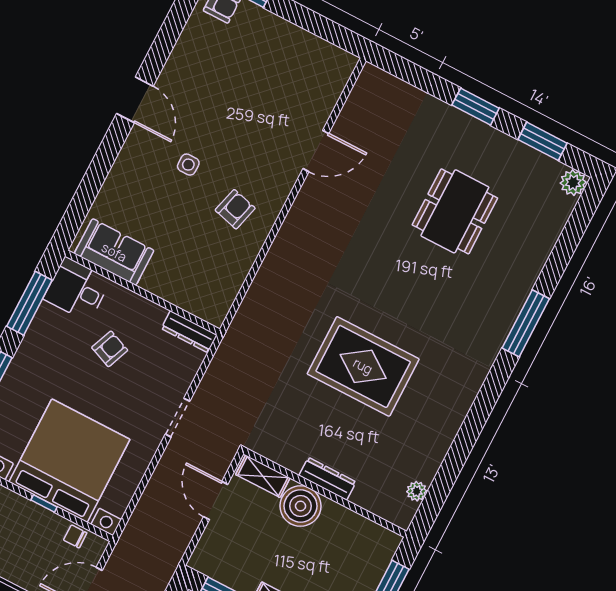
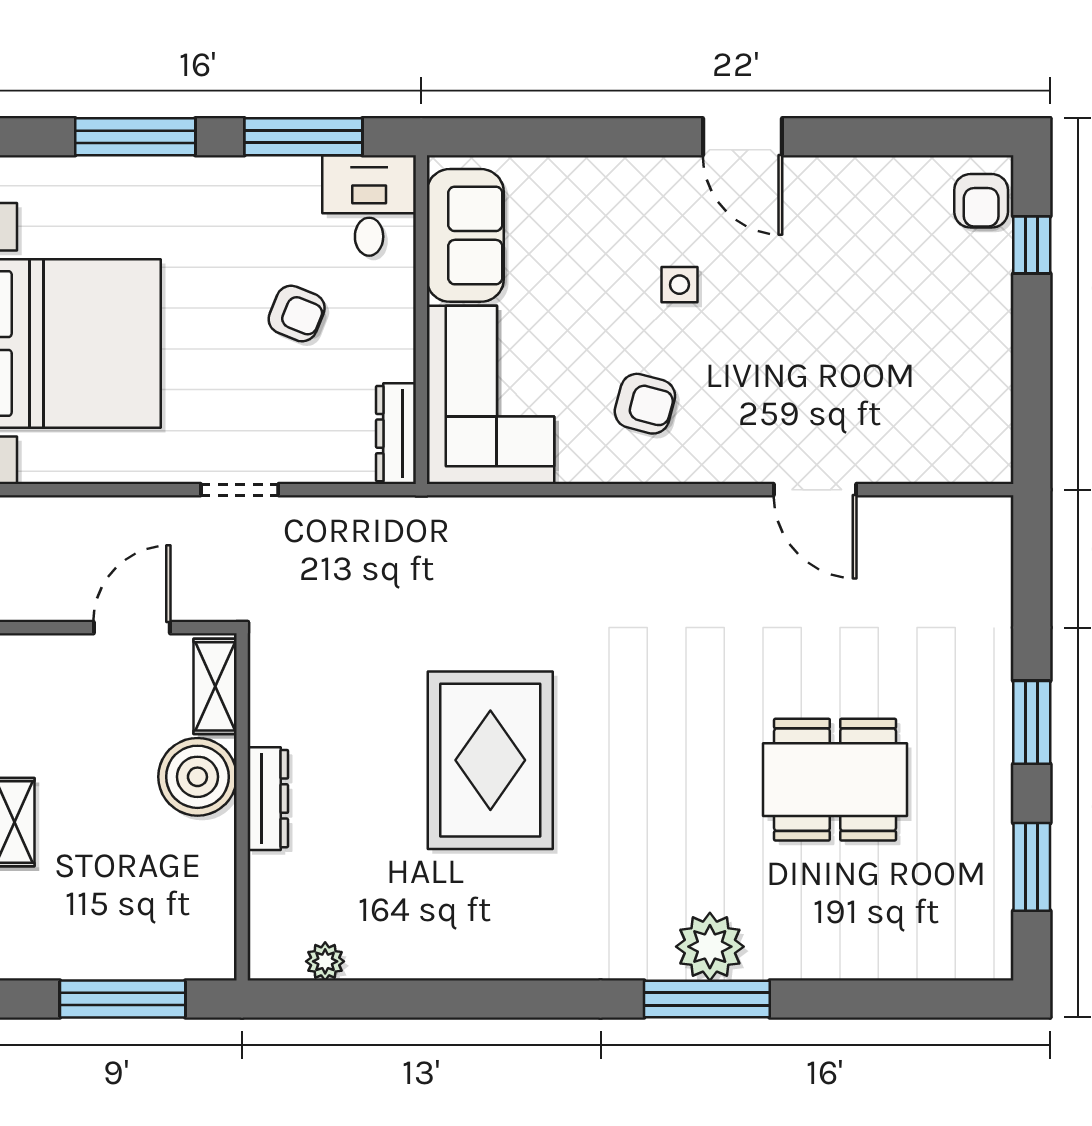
door: (135, 100) -> (743, 137), hinge flipped
plant: (573, 183) -> (710, 947), moved, width x1.36, depth x1.36
corner sofa: (194, 279) -> (491, 395), added

